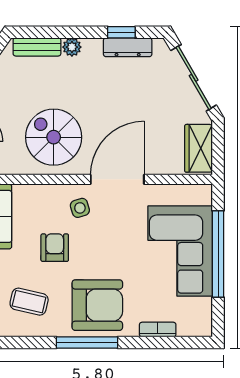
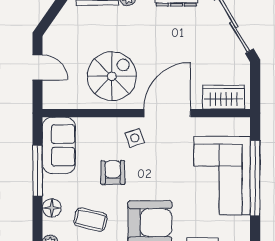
spiral stairs: (54, 137) -> (112, 76), turned 90
wardrobe: (199, 148) -> (224, 97), moved, turned 90

